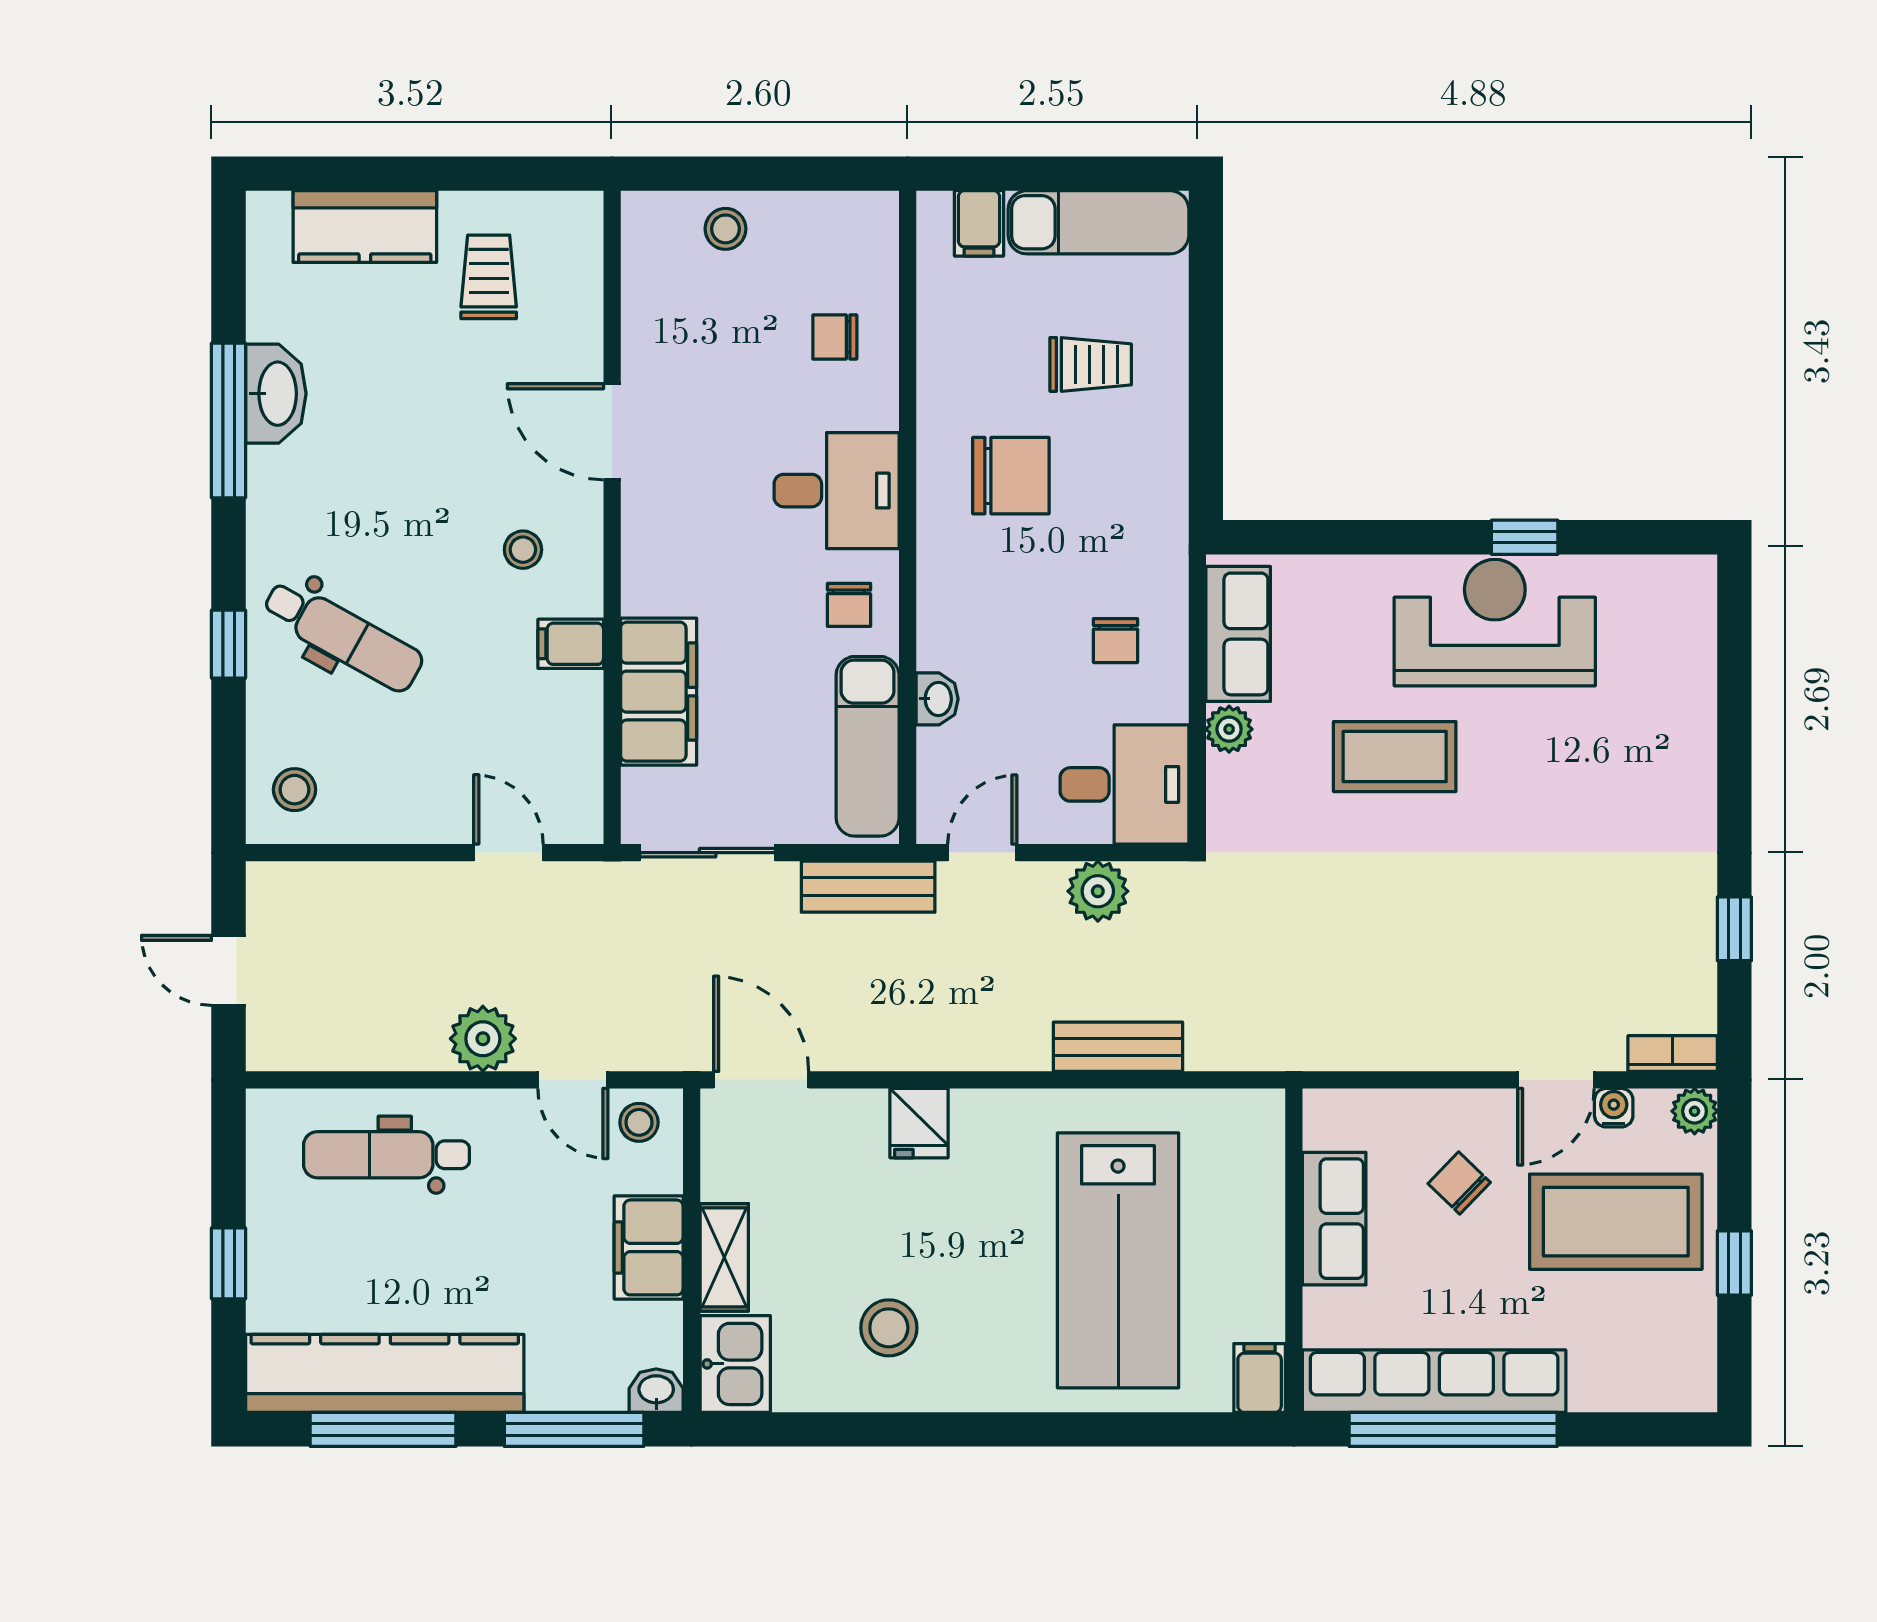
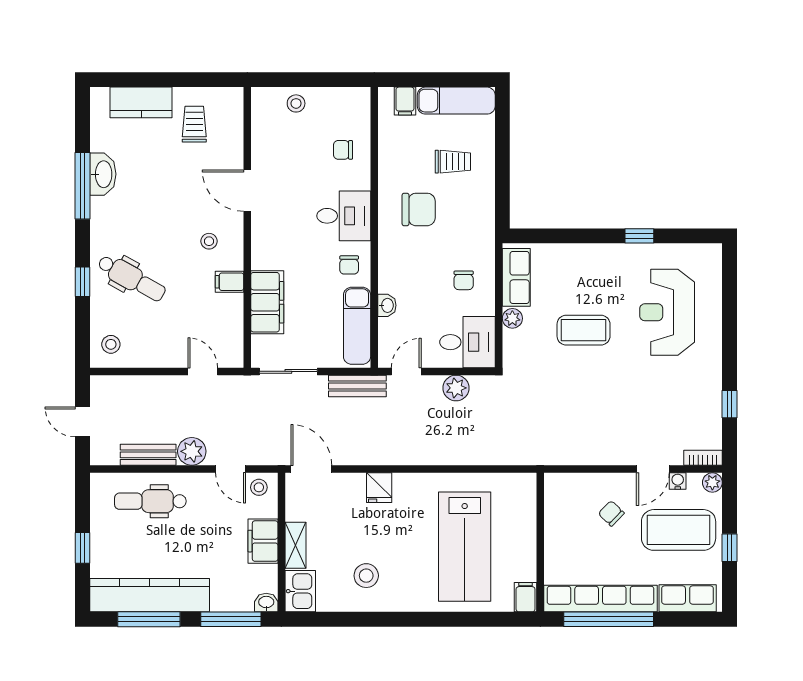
reception desk: (1495, 623) -> (667, 312), moved, turned -90
bench: (1118, 1047) -> (148, 455), moved
row of seats: (1334, 1219) -> (688, 598), moved, turned -90

